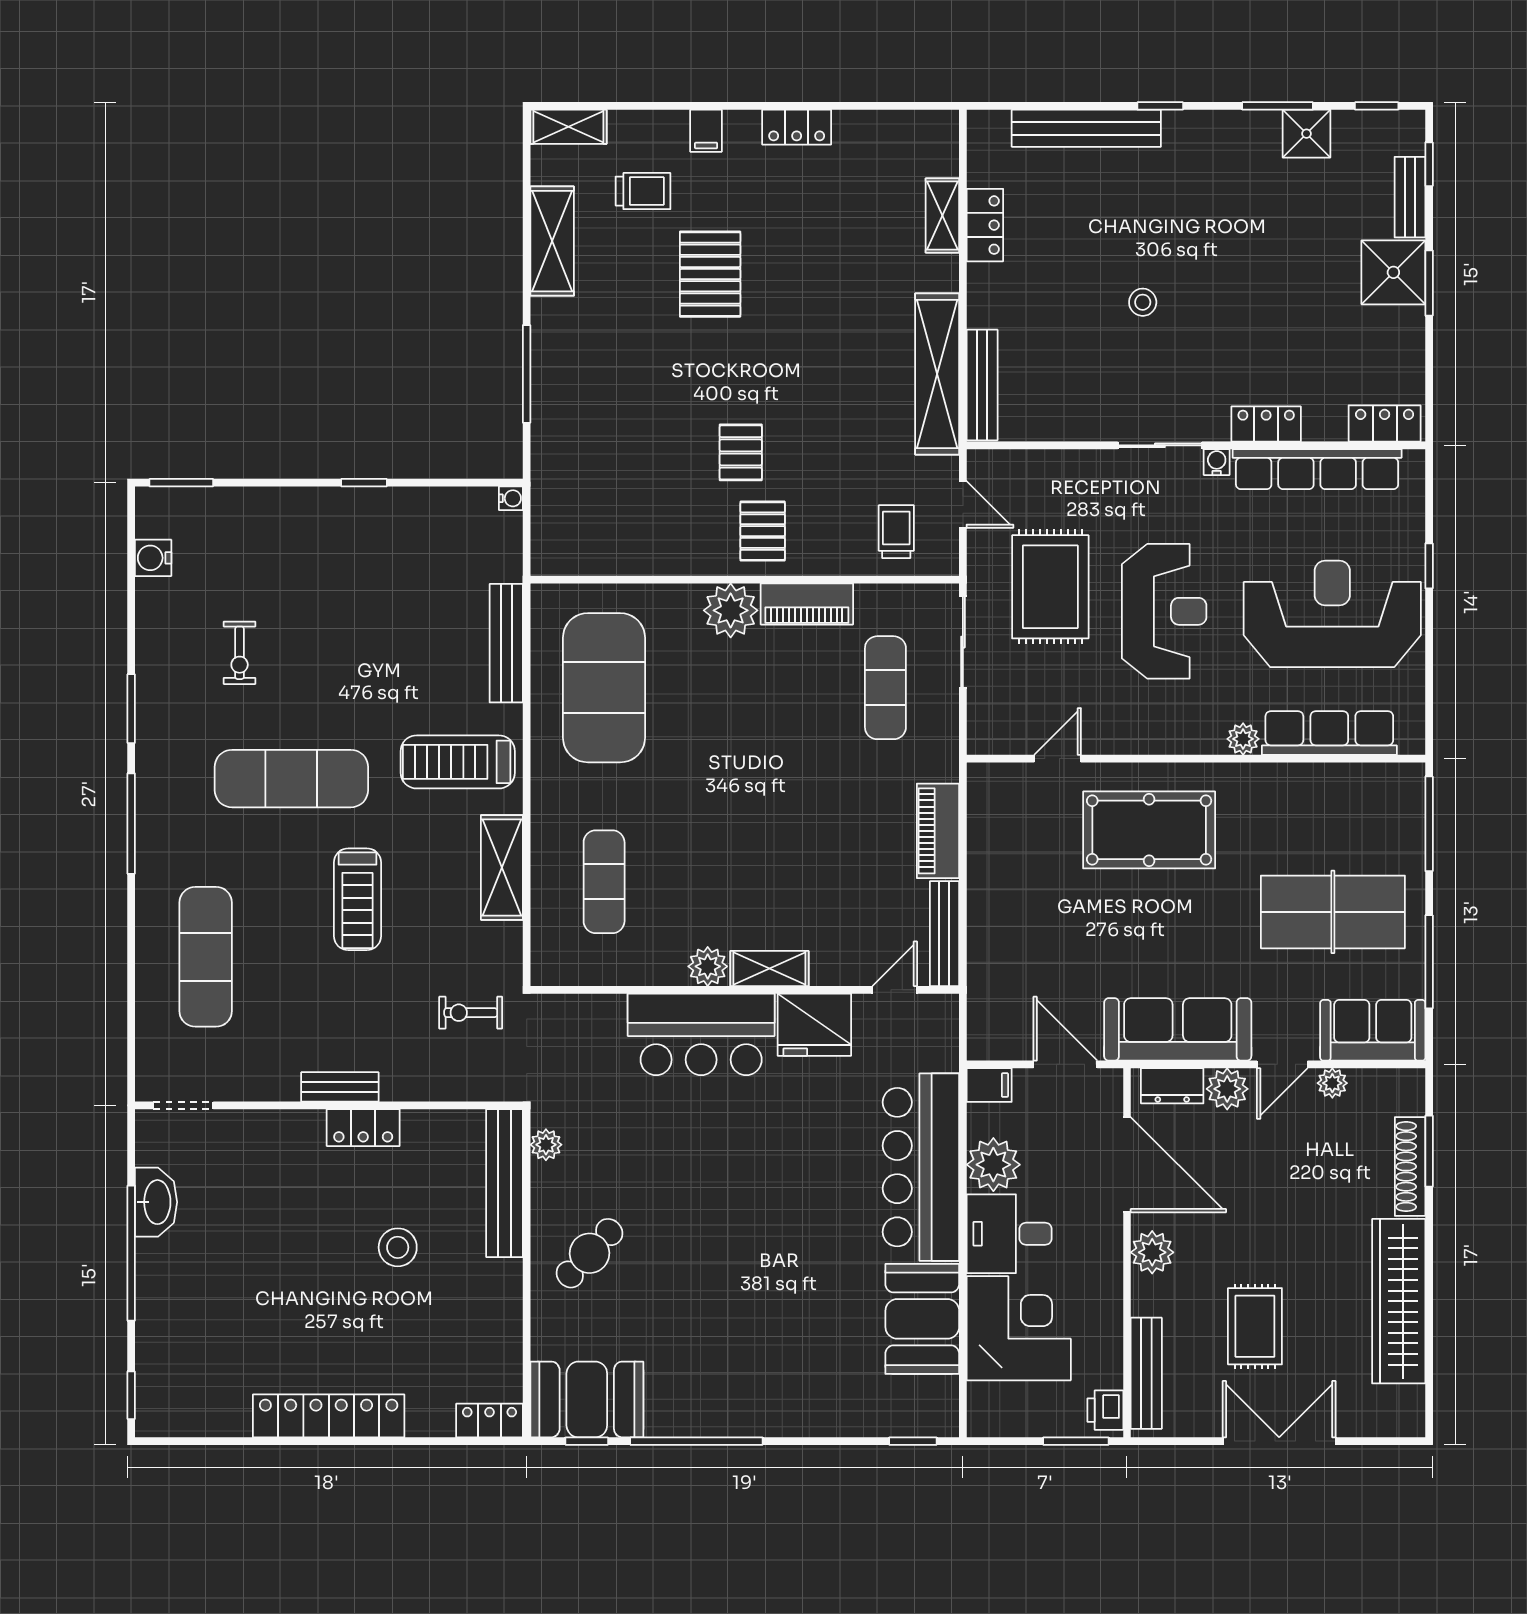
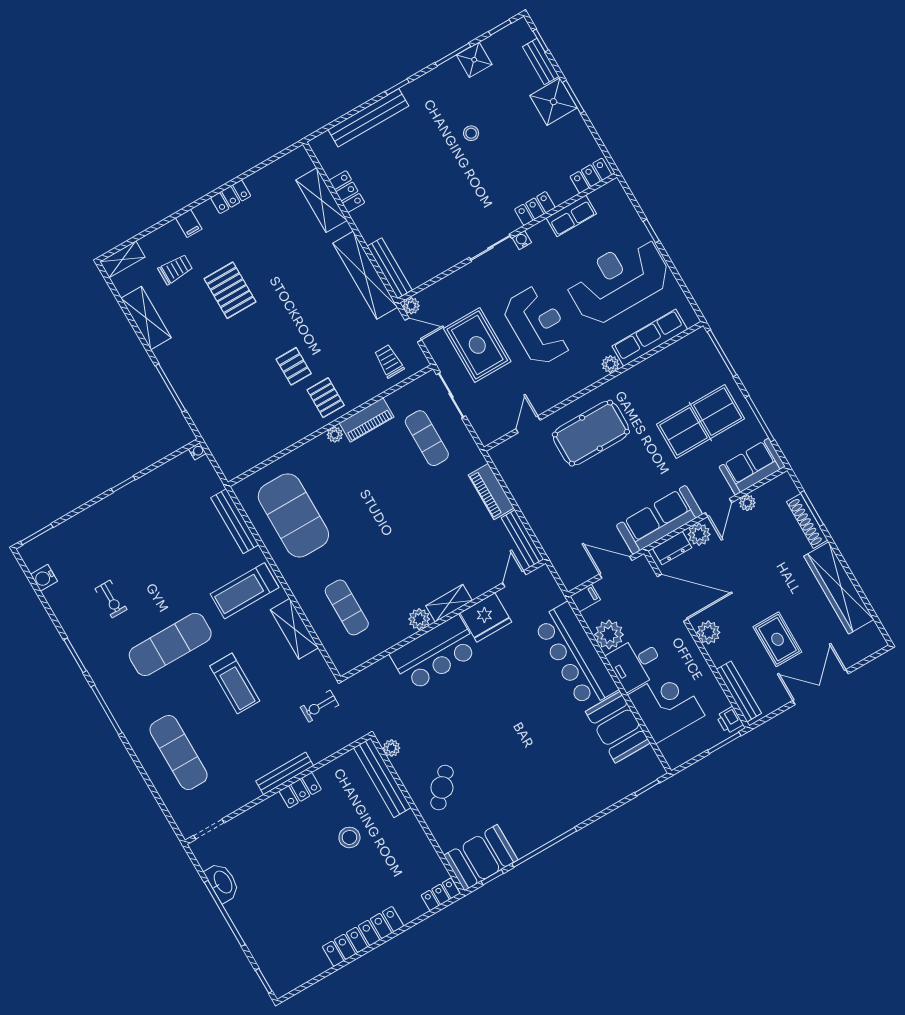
shelving: (942, 215) -> (321, 200), width x1.50, depth x1.33
stool: (1143, 302) -> (471, 133), moved
plant: (982, 464) -> (411, 306), added
row of seats: (1317, 469) -> (571, 216), width x0.50
plant: (731, 610) -> (335, 435), width x0.53, depth x0.53
bench: (340, 1087) -> (285, 773), width x1.36

